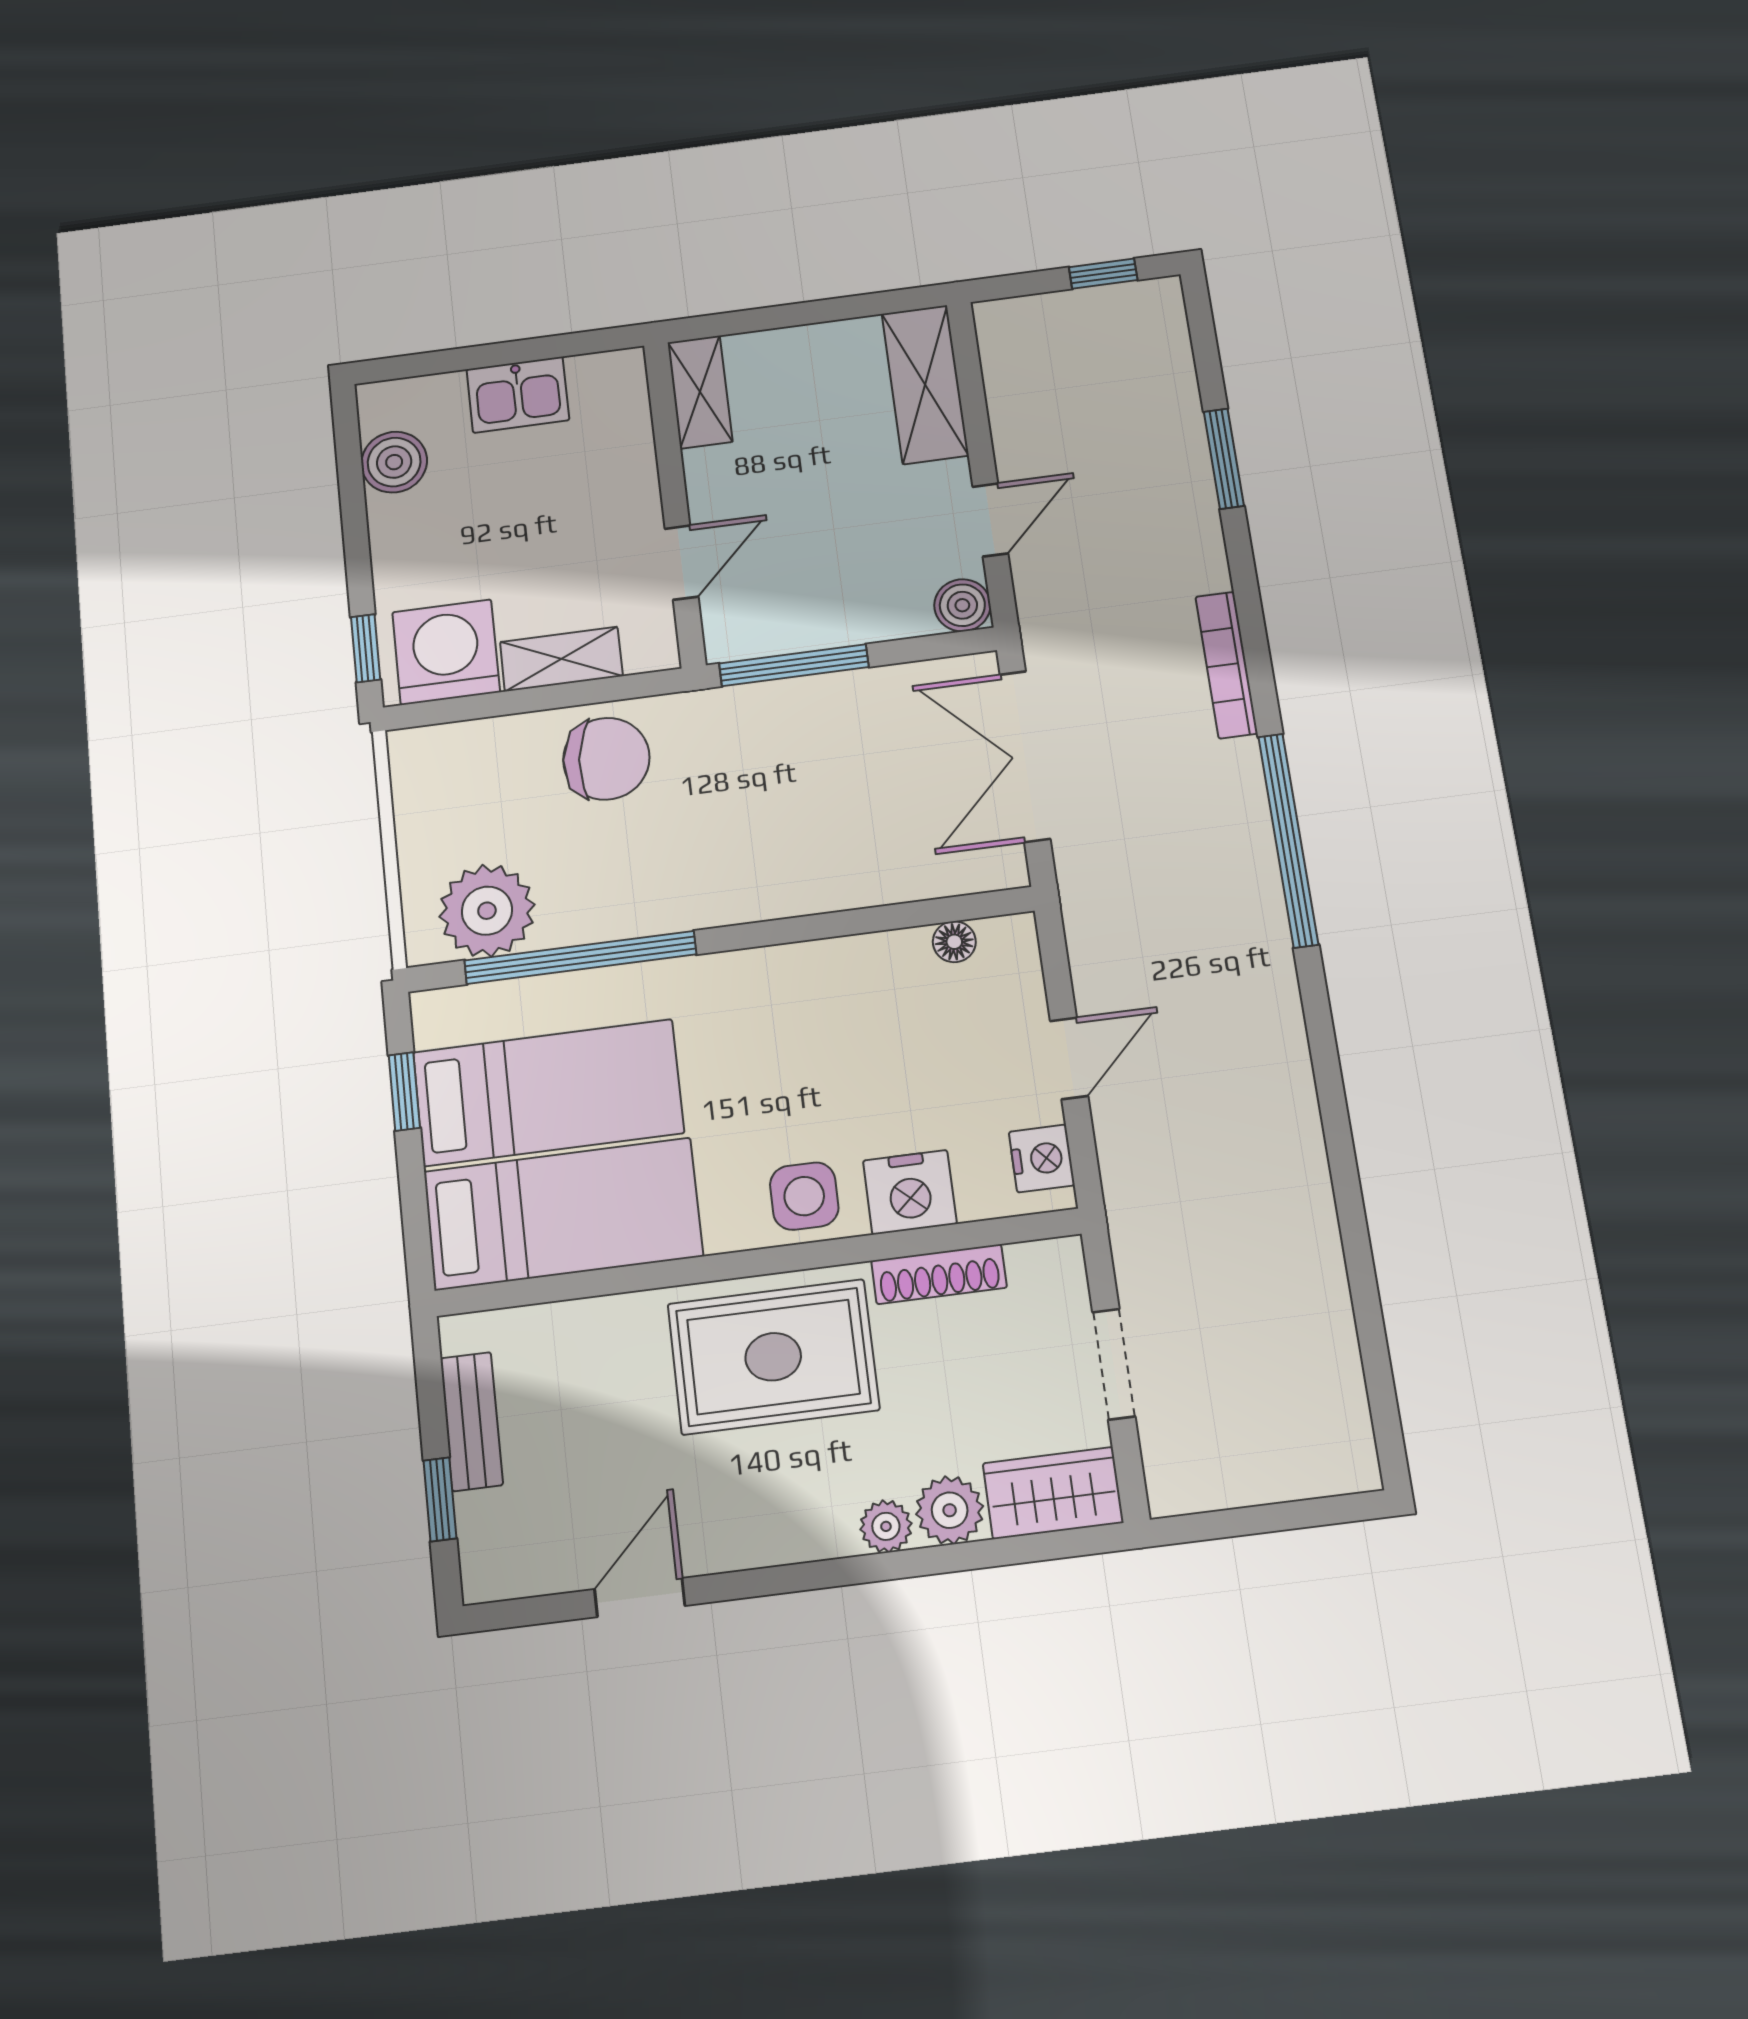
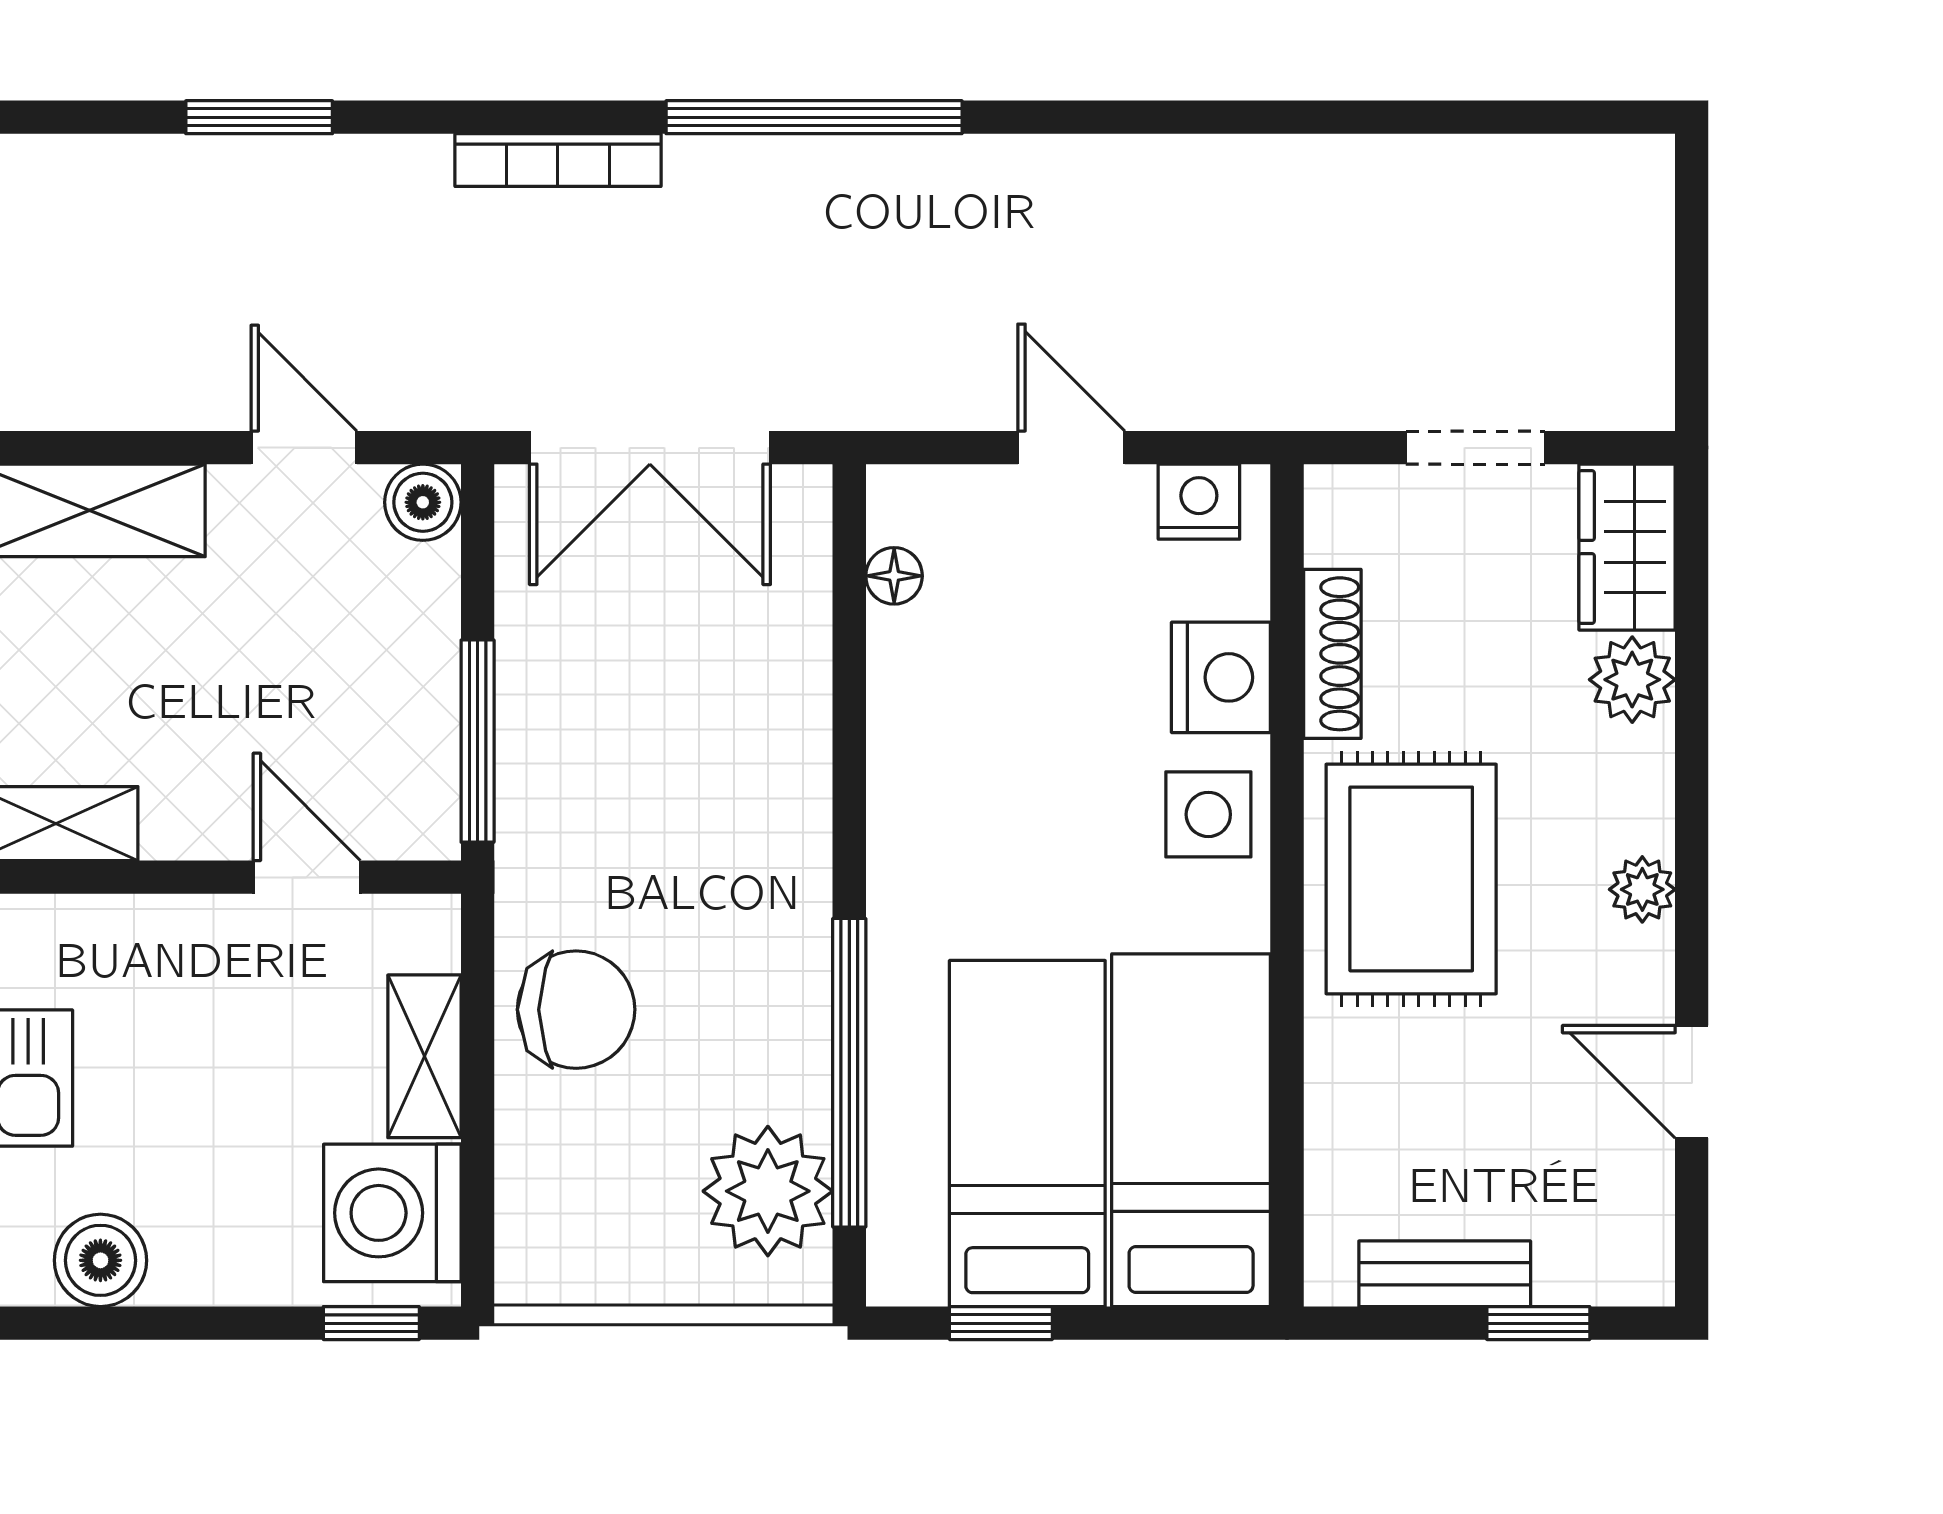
chair: (606, 759) -> (576, 1010), turned 84
plant: (886, 1526) -> (1642, 889), moved

